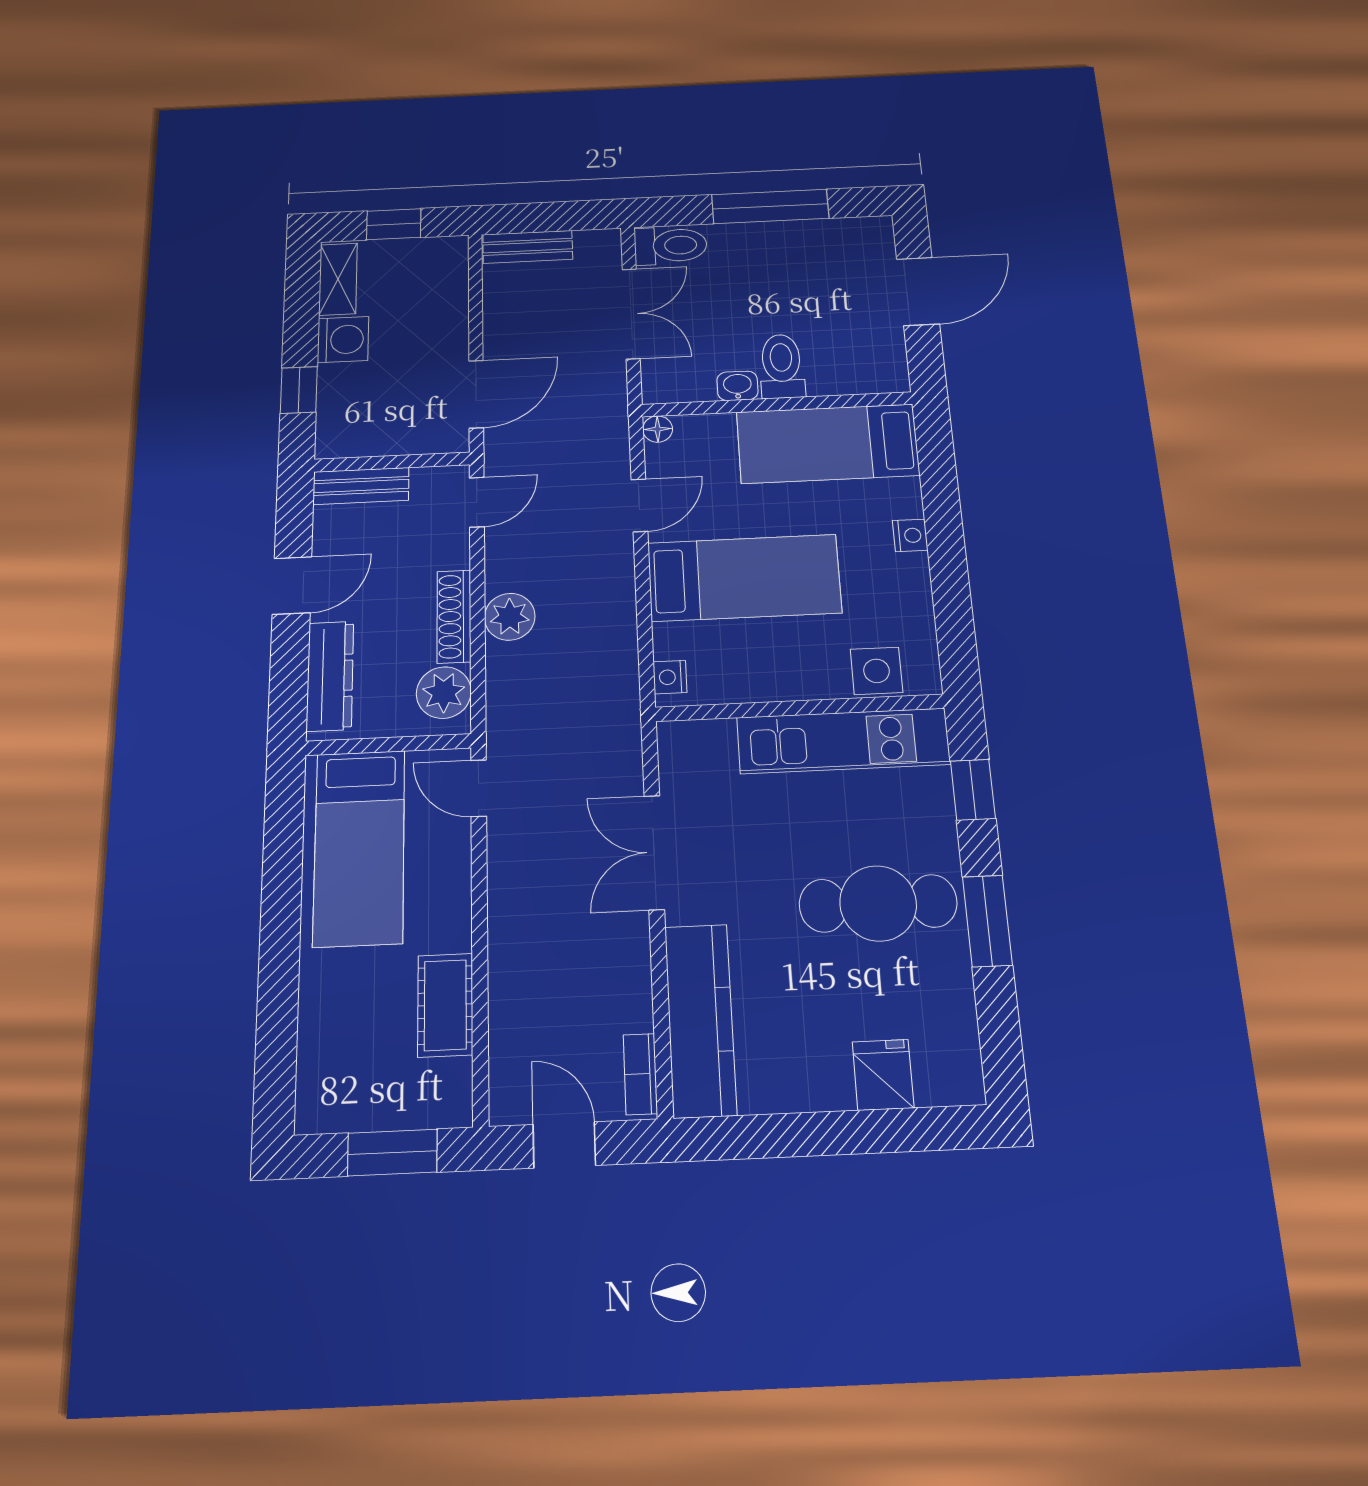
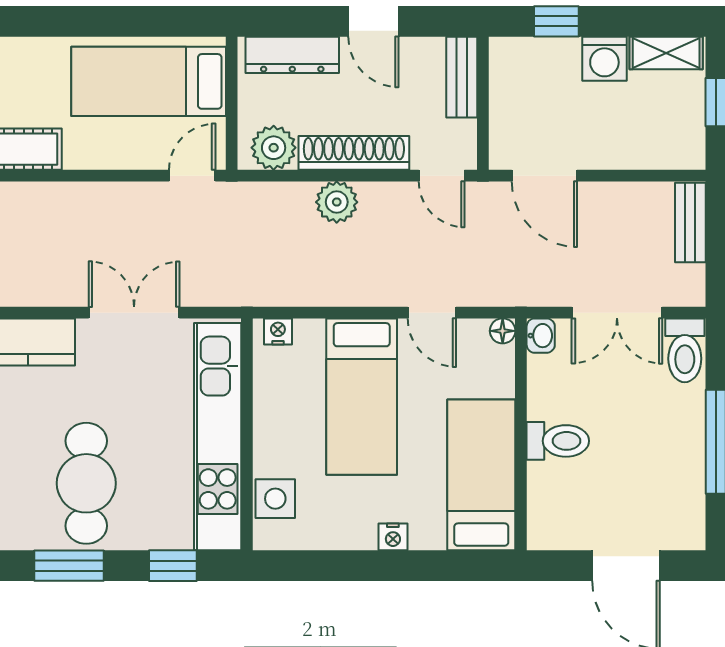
washbasin: (737, 386) -> (541, 336), moved
shoe rack: (454, 616) -> (354, 153), width x1.36, depth x1.24
kitchen unit: (843, 741) -> (218, 437), width x1.36

